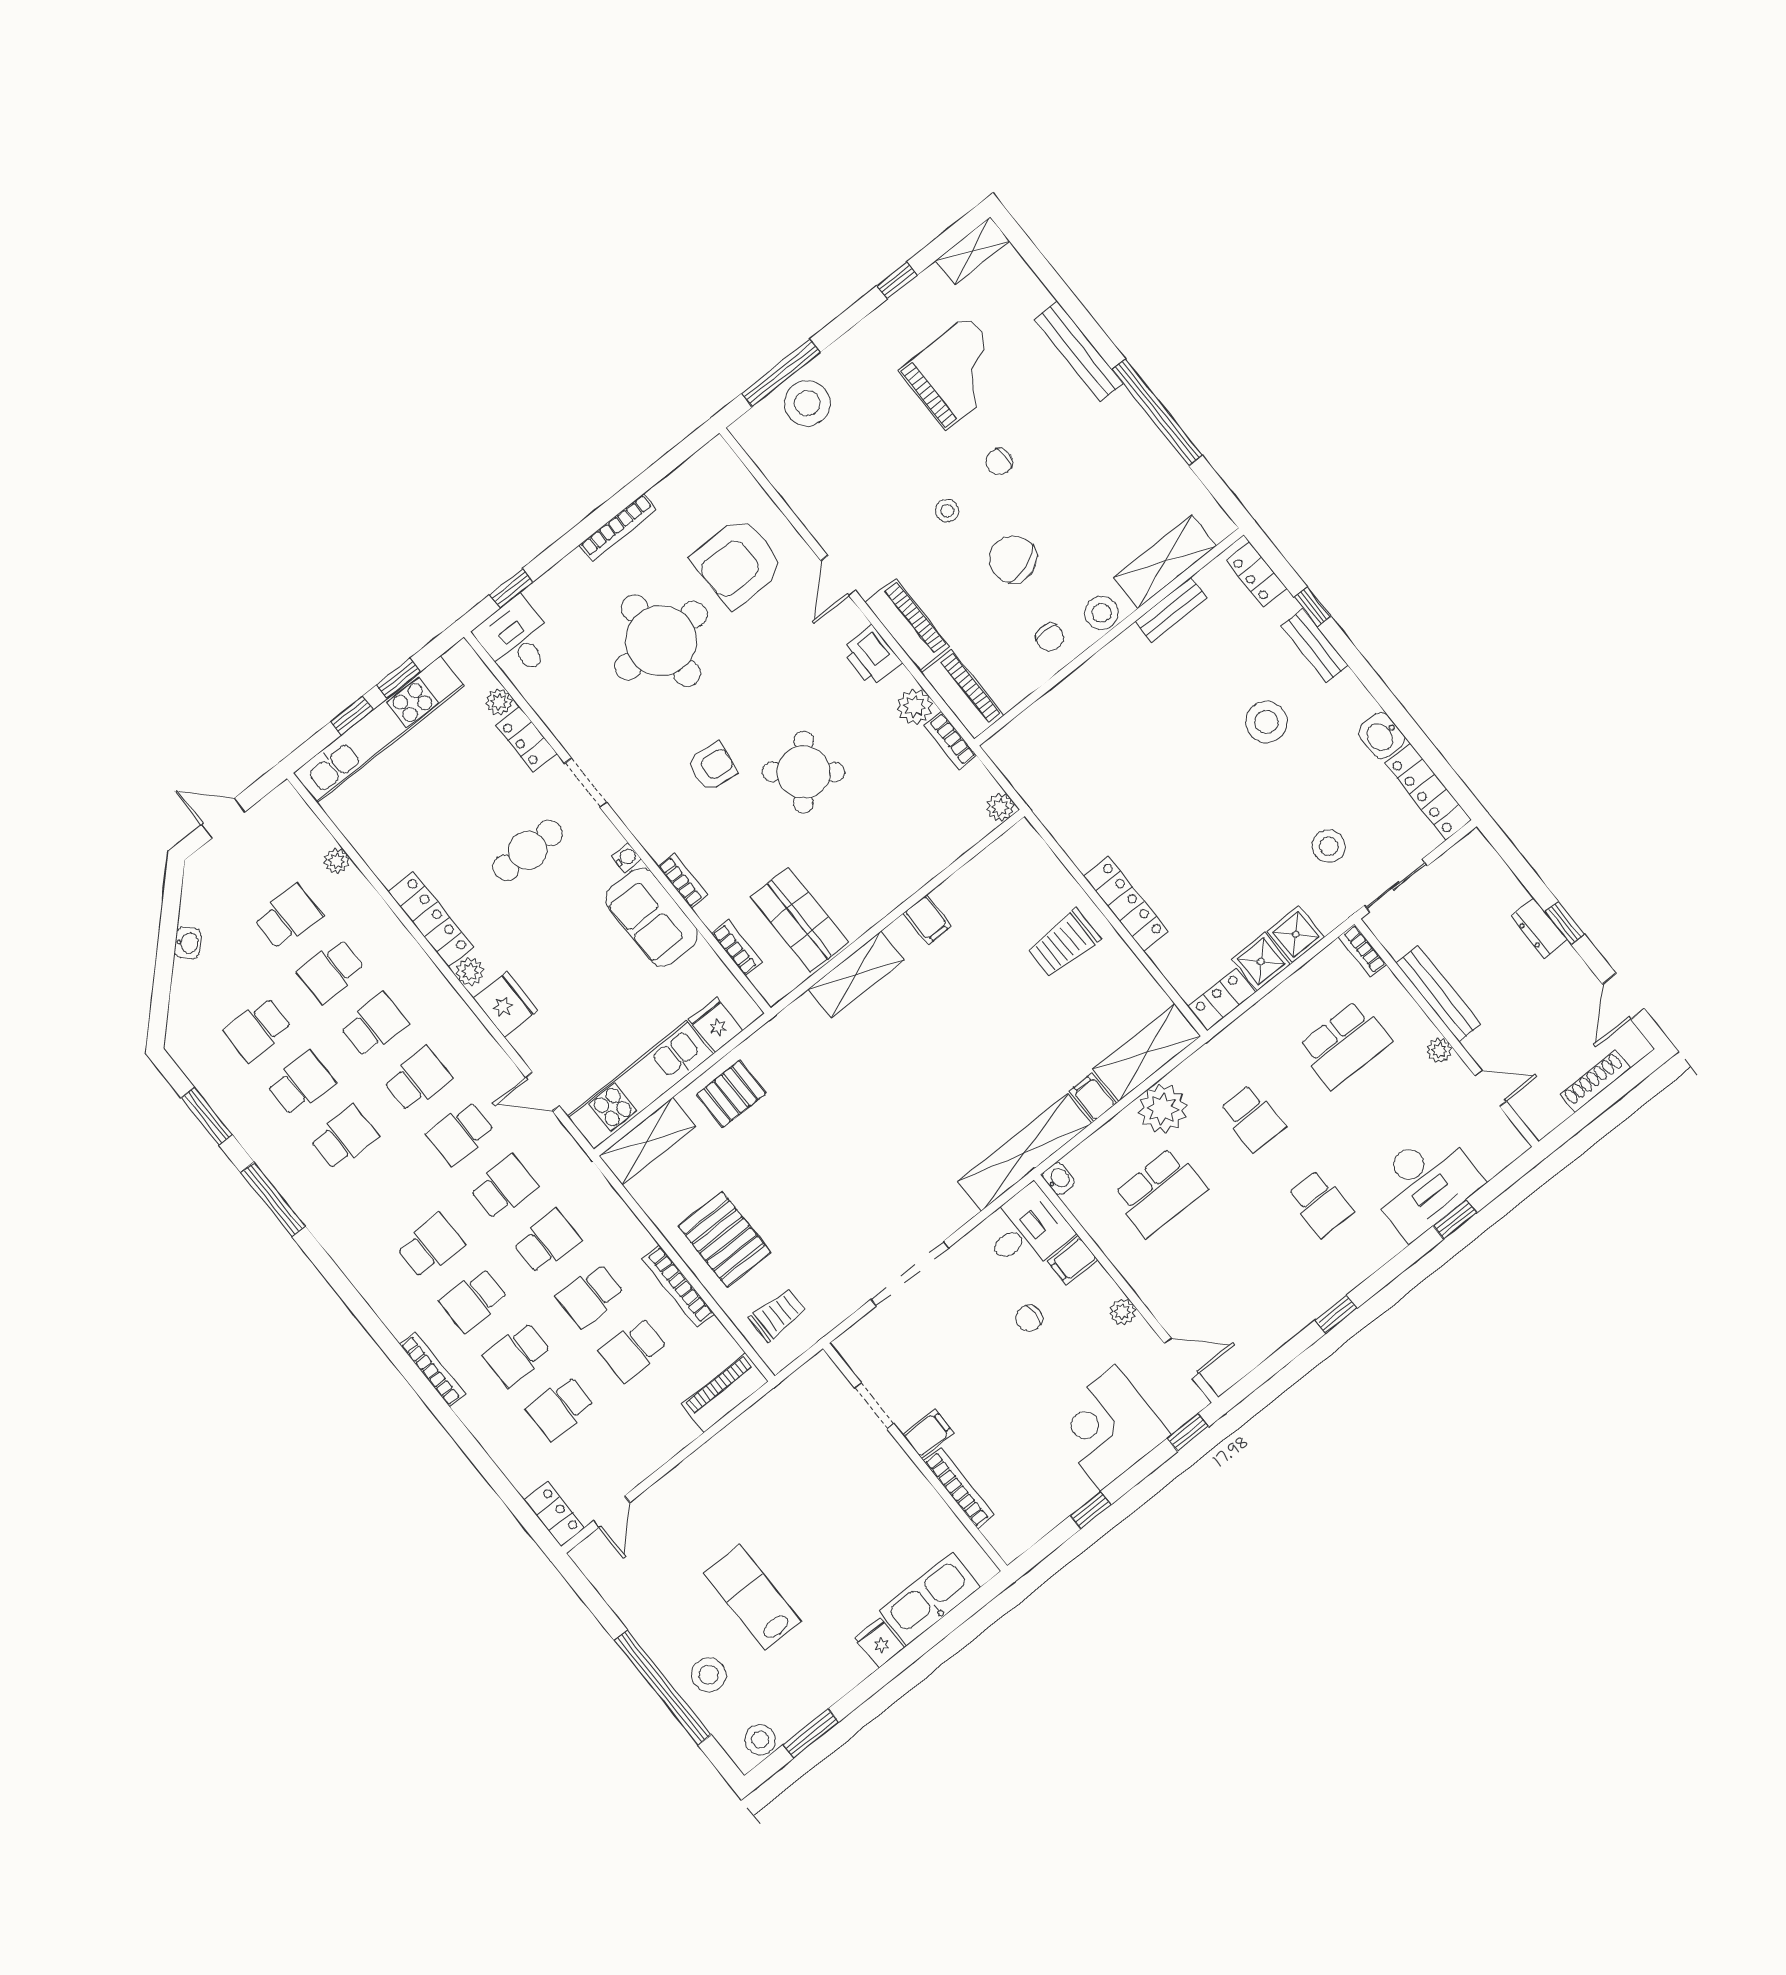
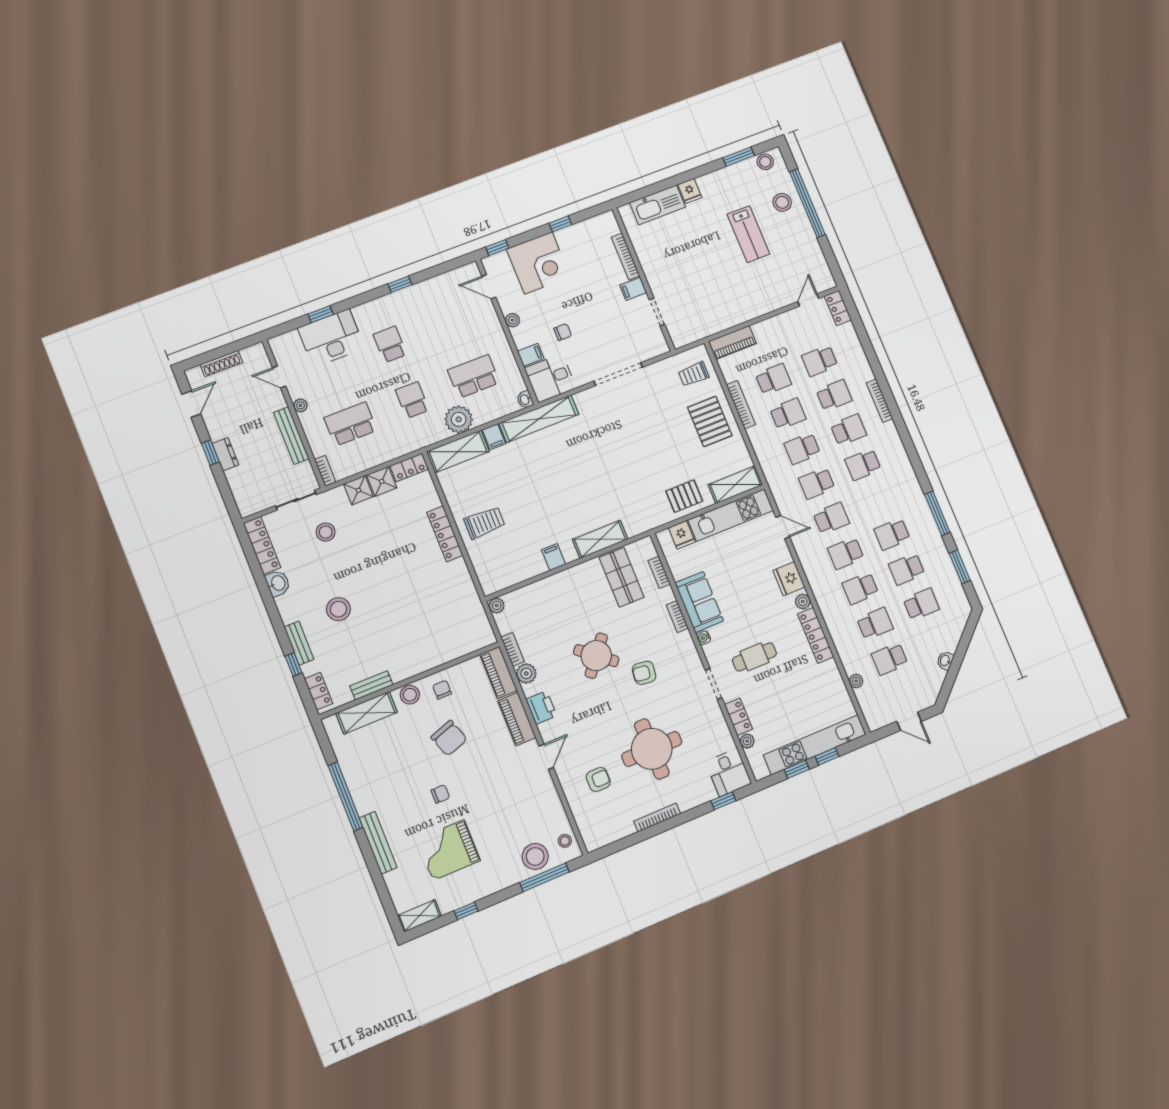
stool: (947, 511) -> (565, 841), moved
armchair: (738, 563) -> (598, 780), width x0.53, depth x0.53
school desk: (560, 1408) -> (820, 361), turned 180

